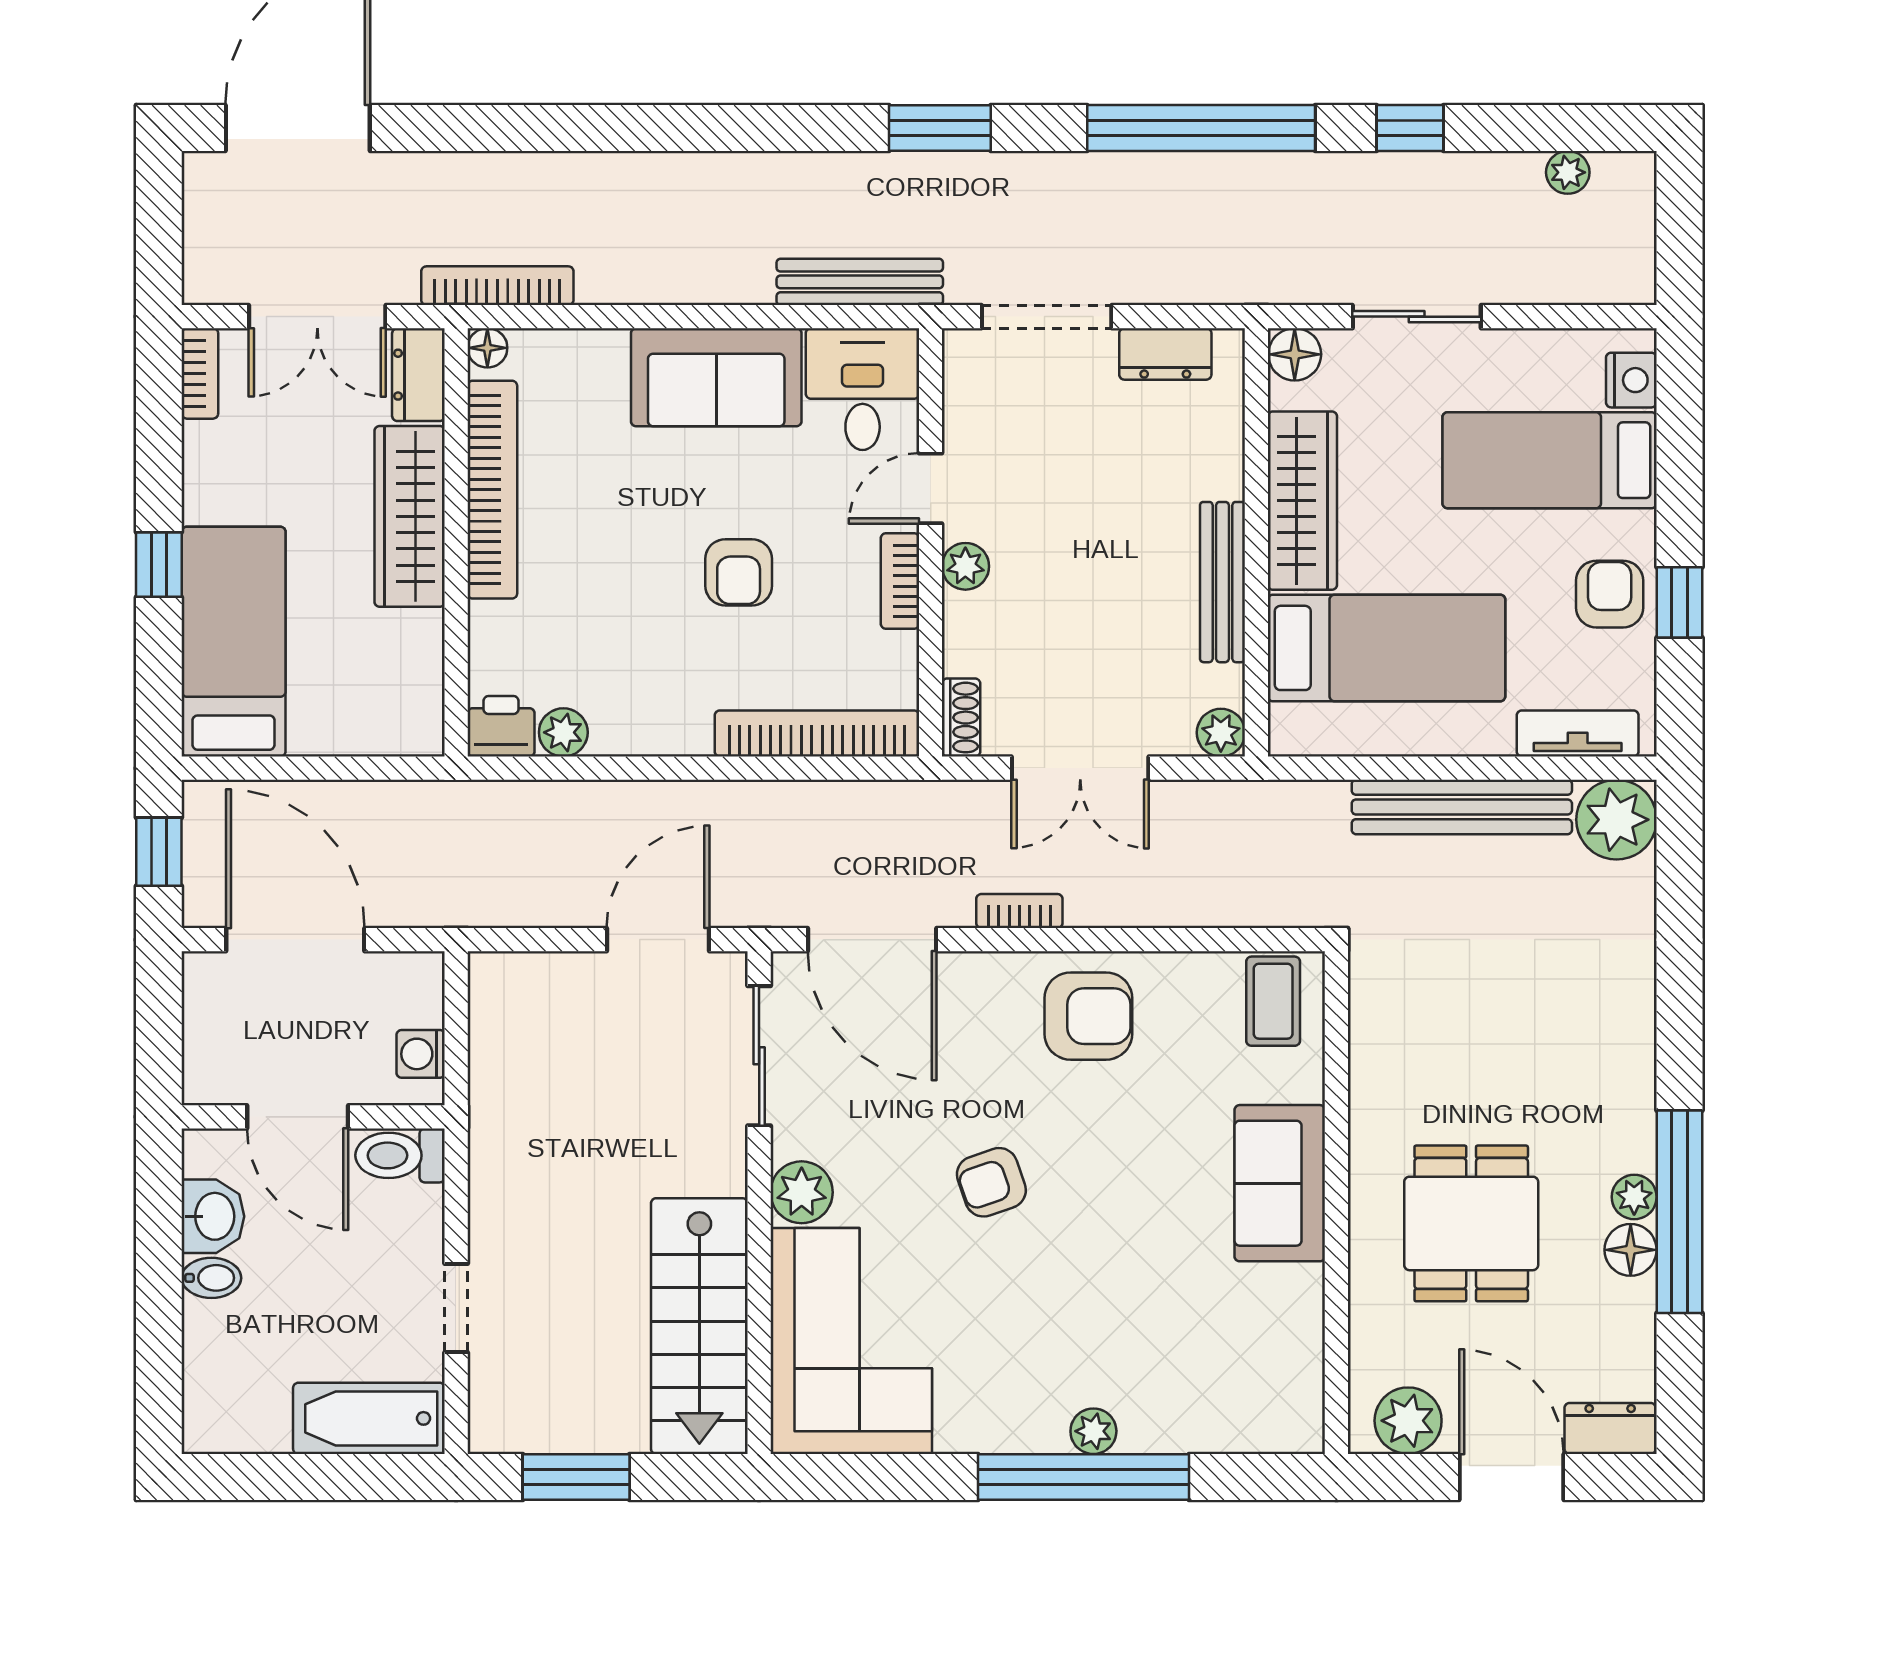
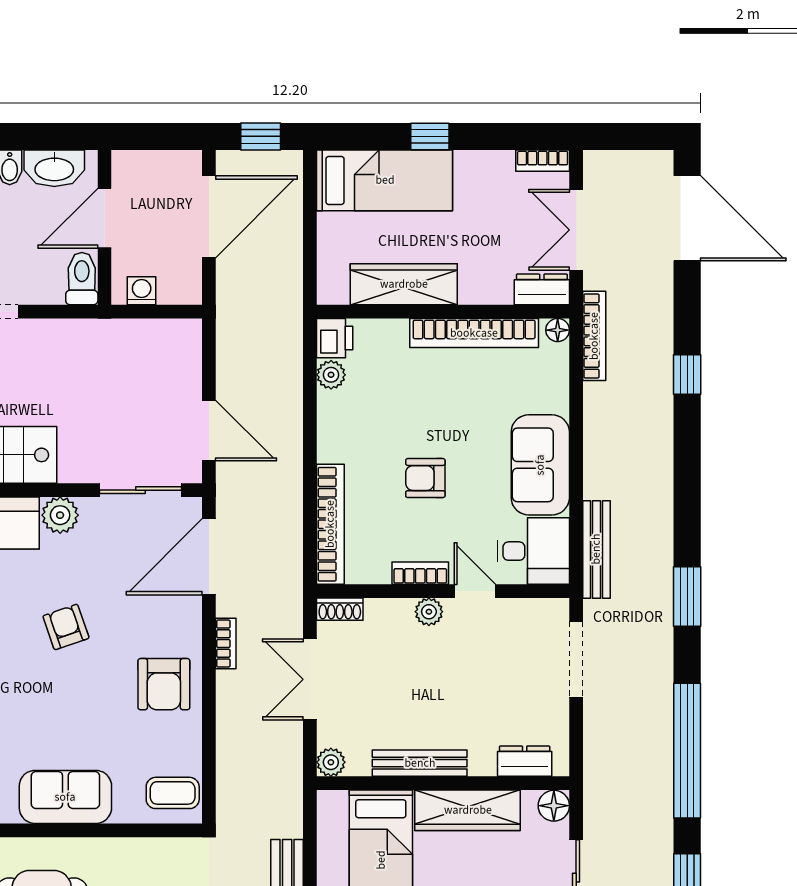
window: (563, 128) -> (687, 374), added
dresser: (1165, 354) -> (525, 761), moved, turned 90
wardrobe: (410, 516) -> (404, 284), moved
washbasin: (213, 1216) -> (54, 168), width x1.38

